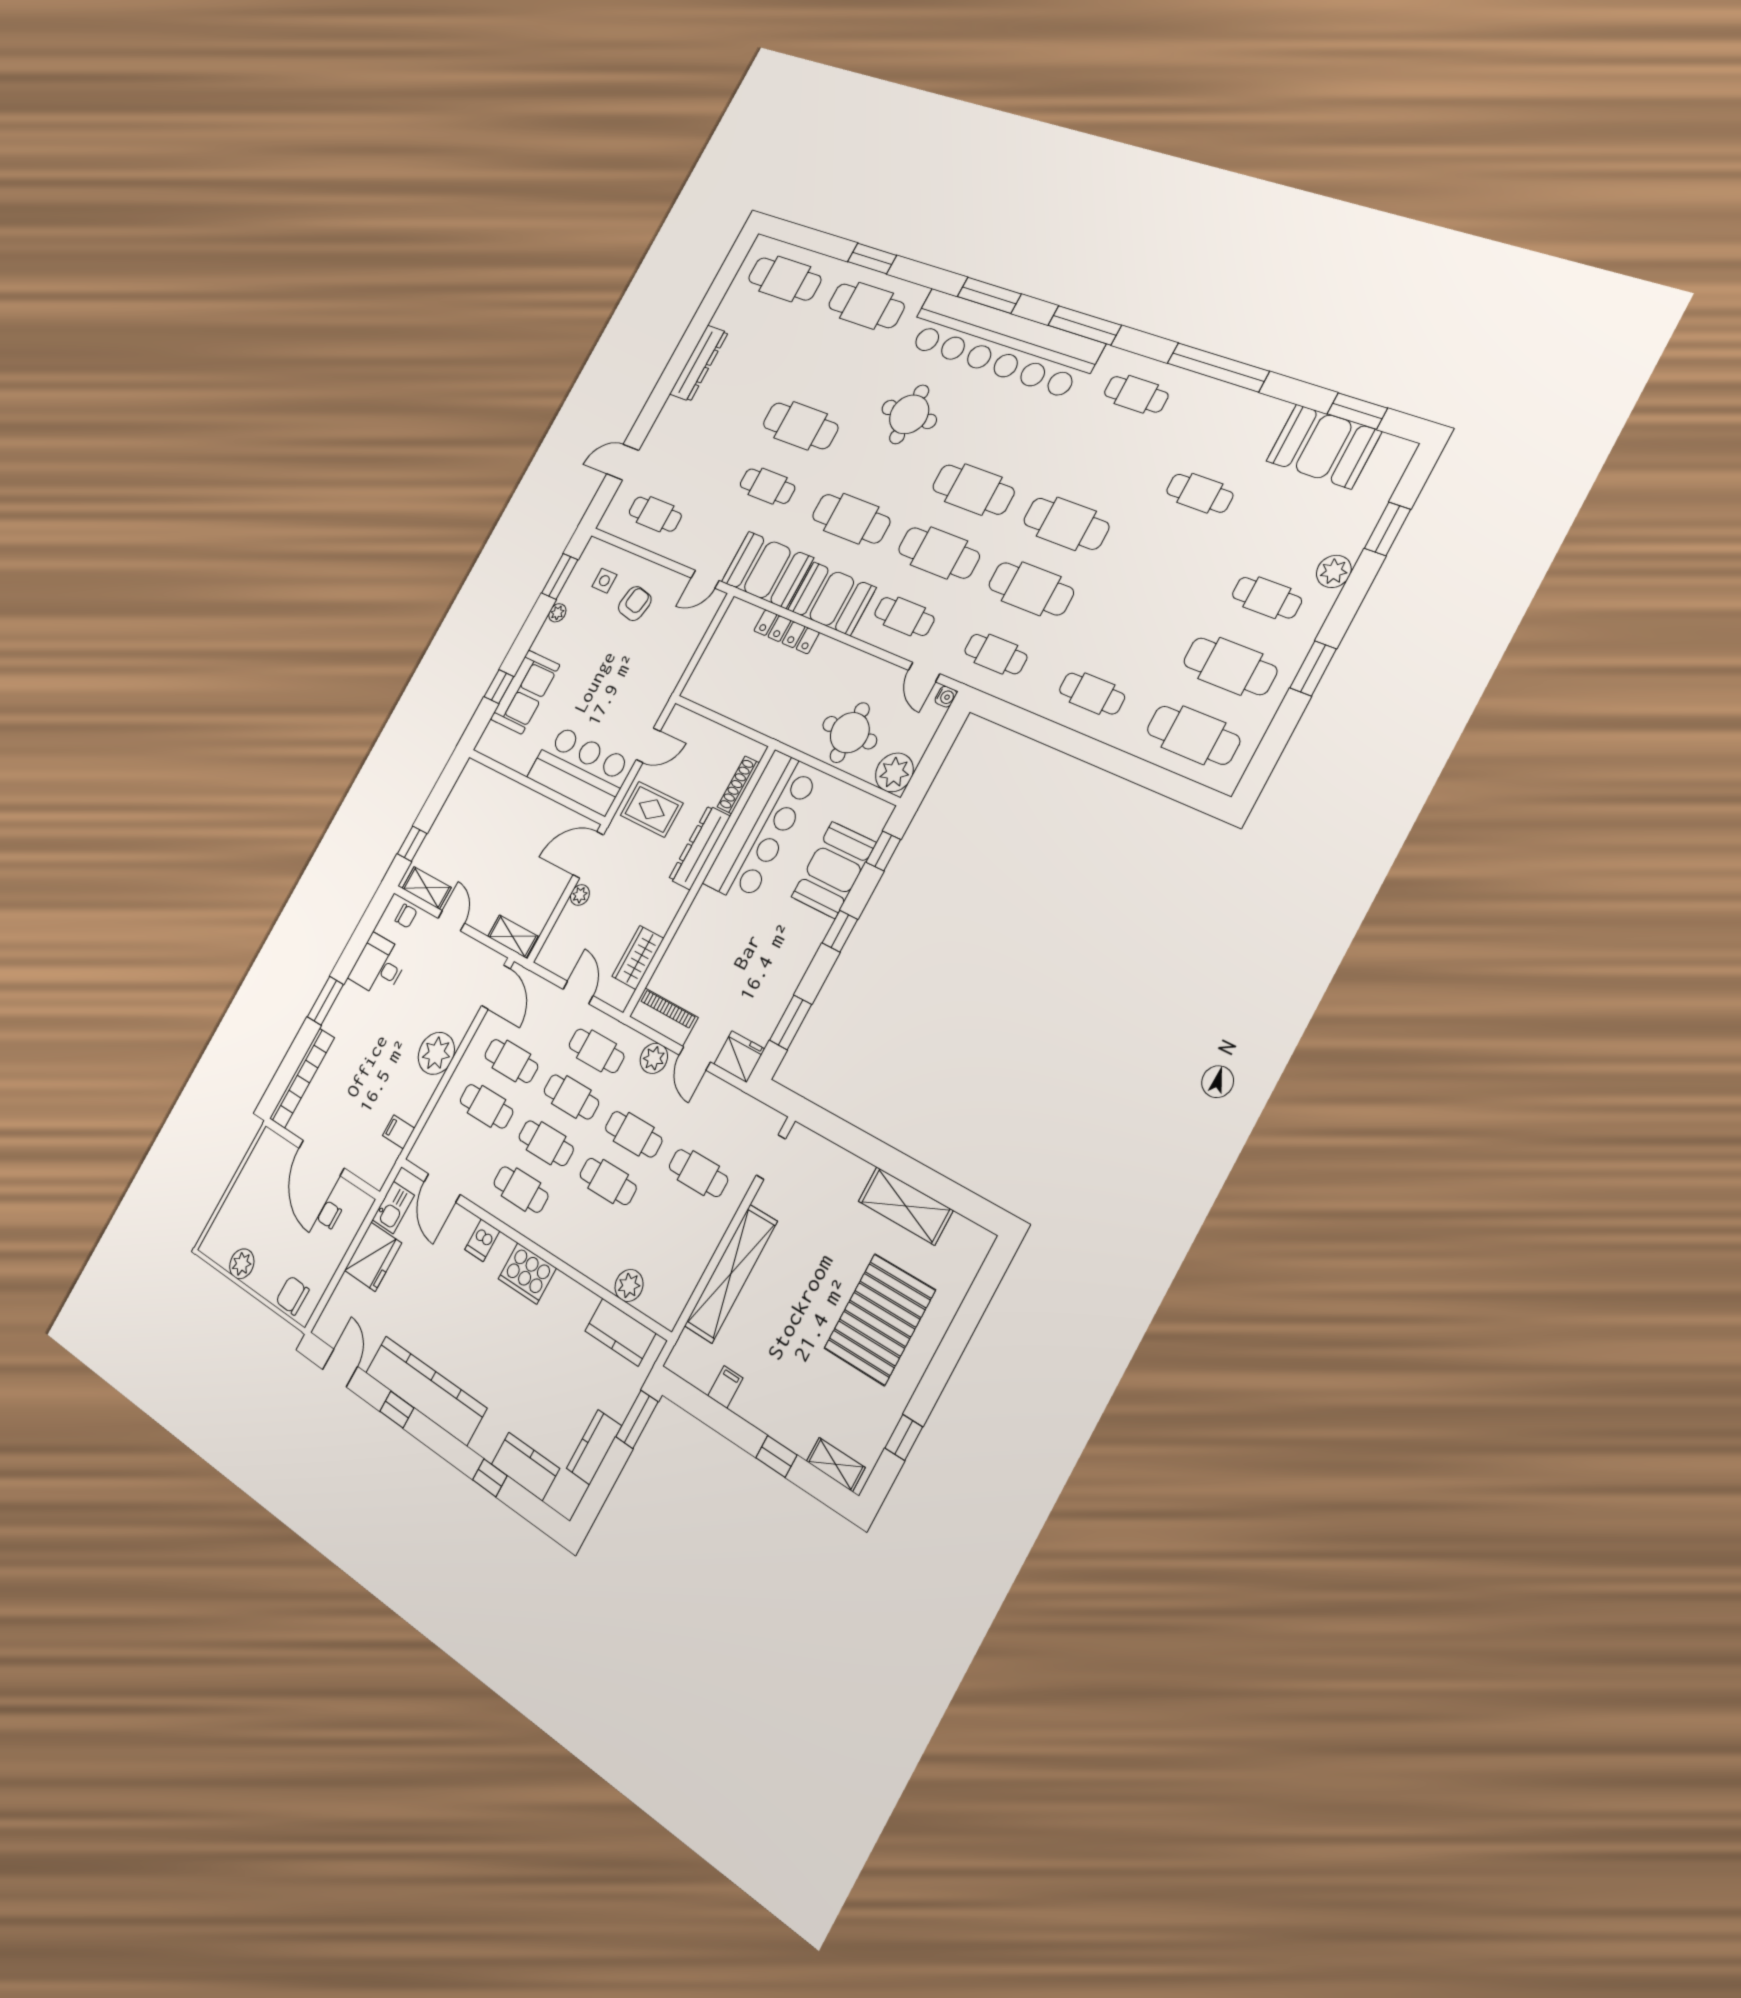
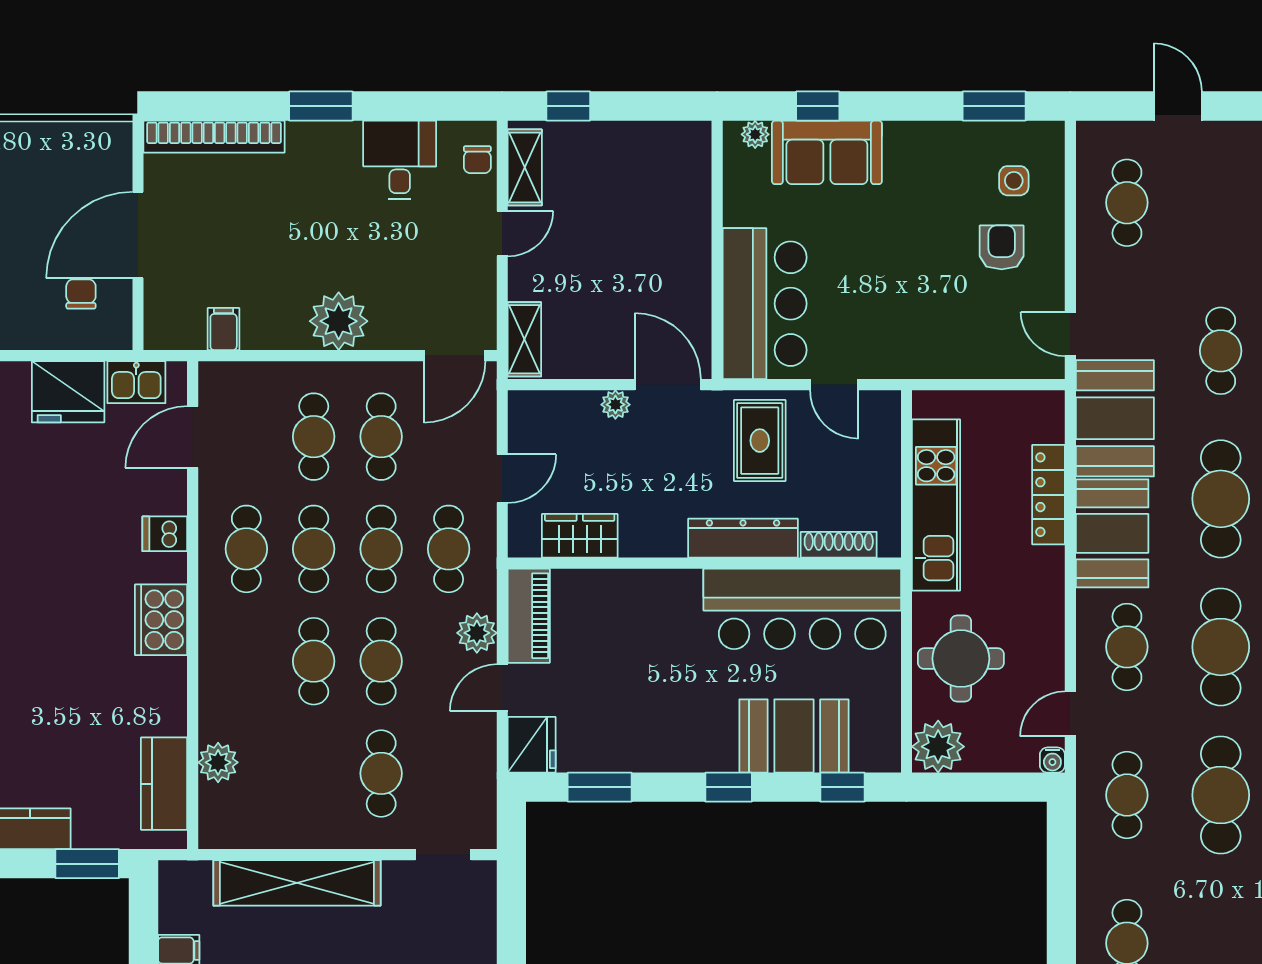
armchair: (635, 604) -> (1002, 247), turned -101
plant: (557, 613) -> (755, 134), moved
kitchen unit: (752, 709) -> (936, 505), added

